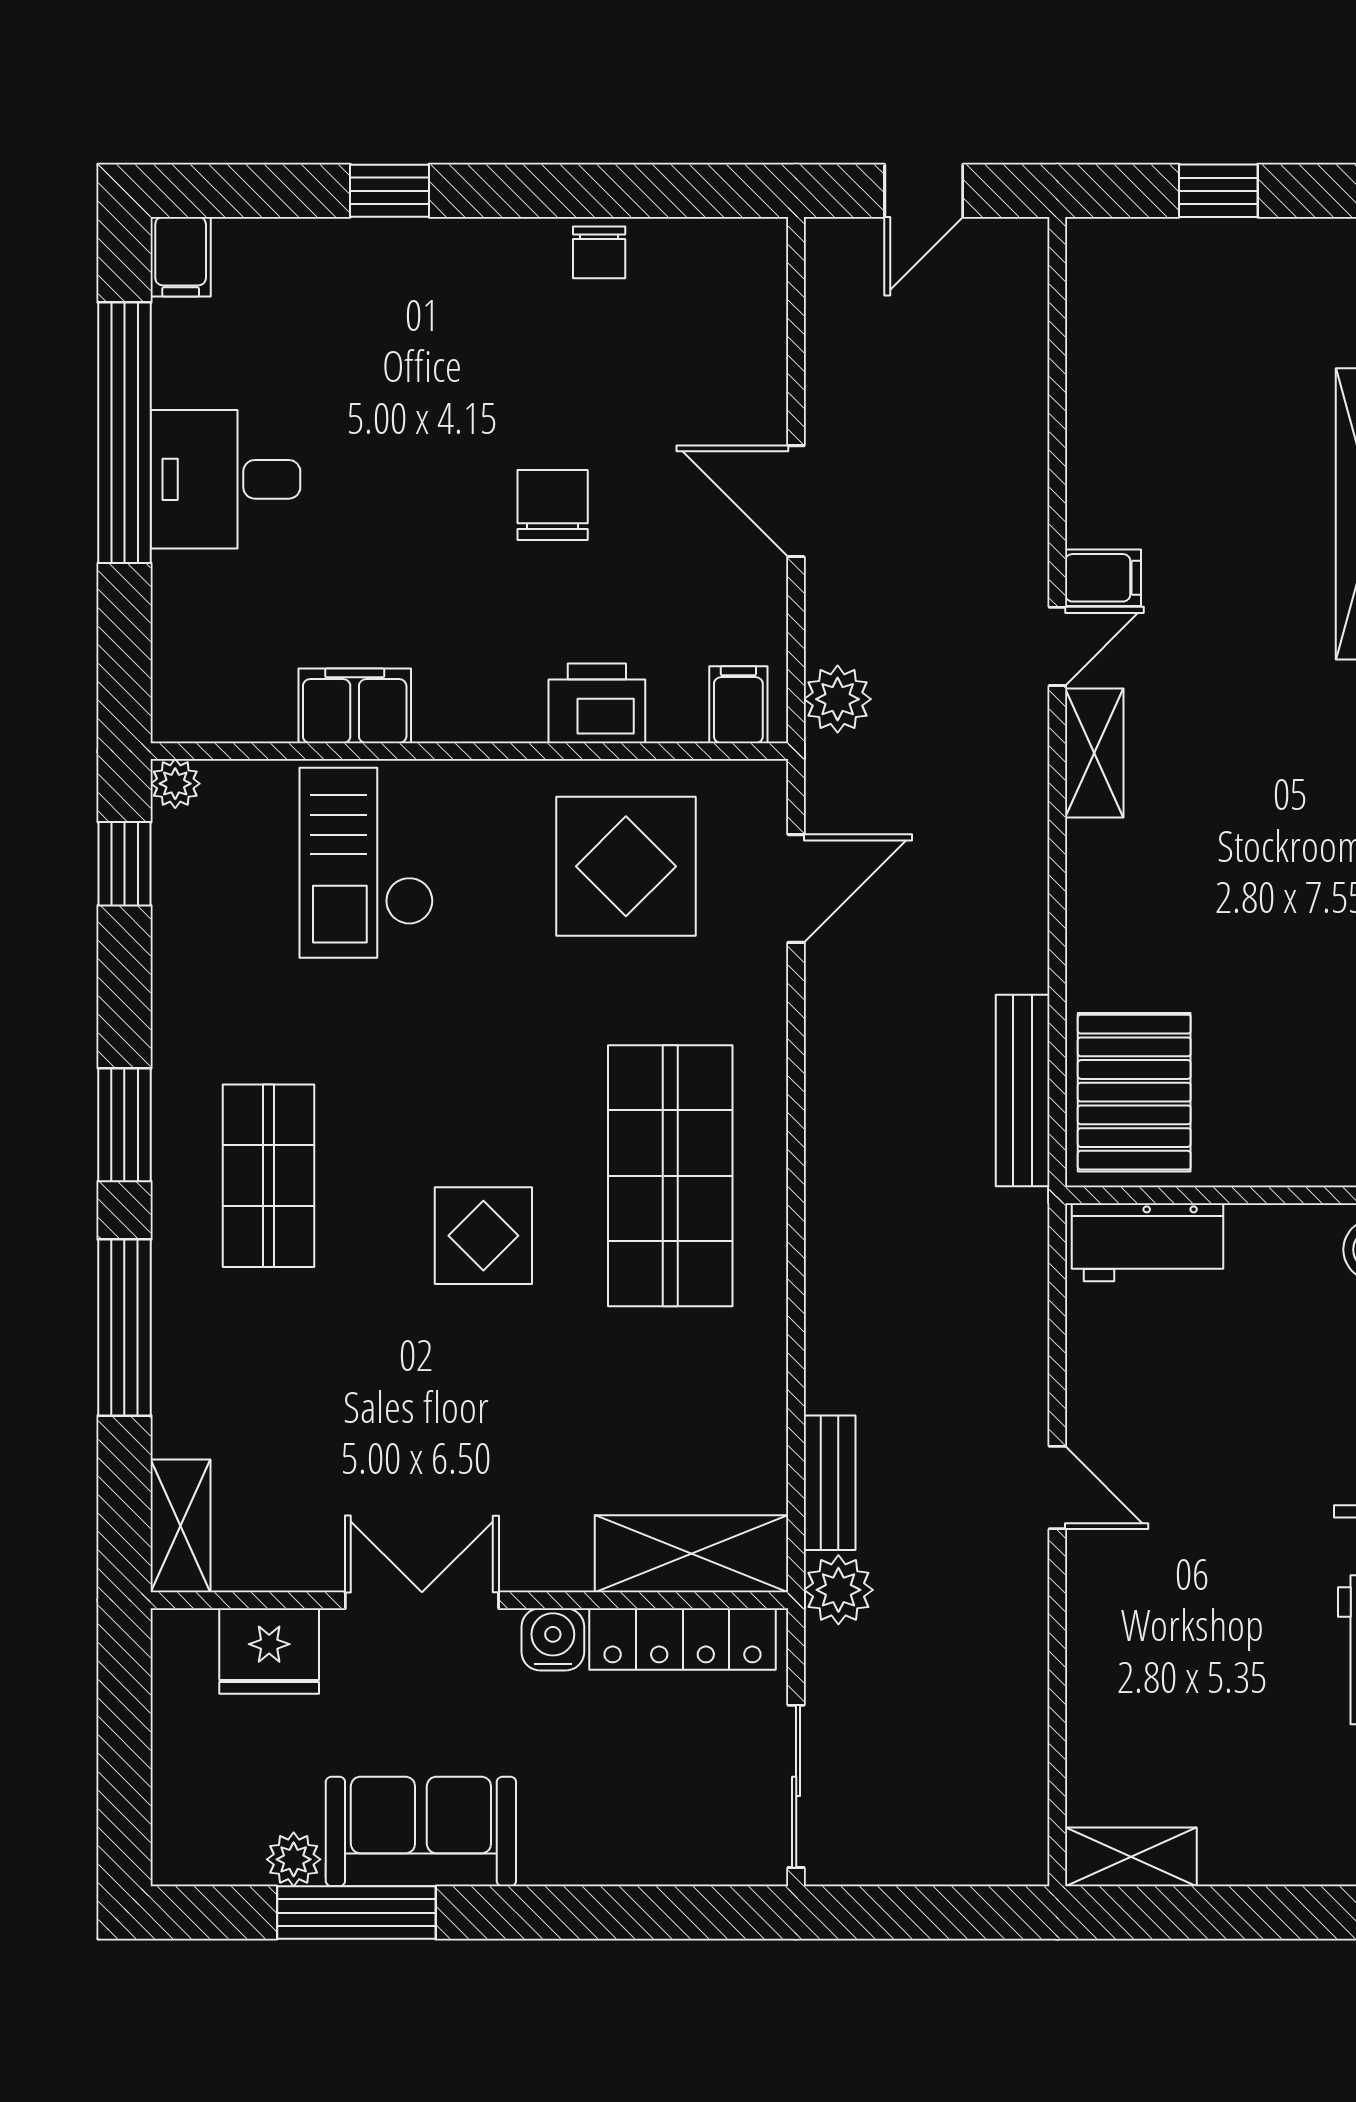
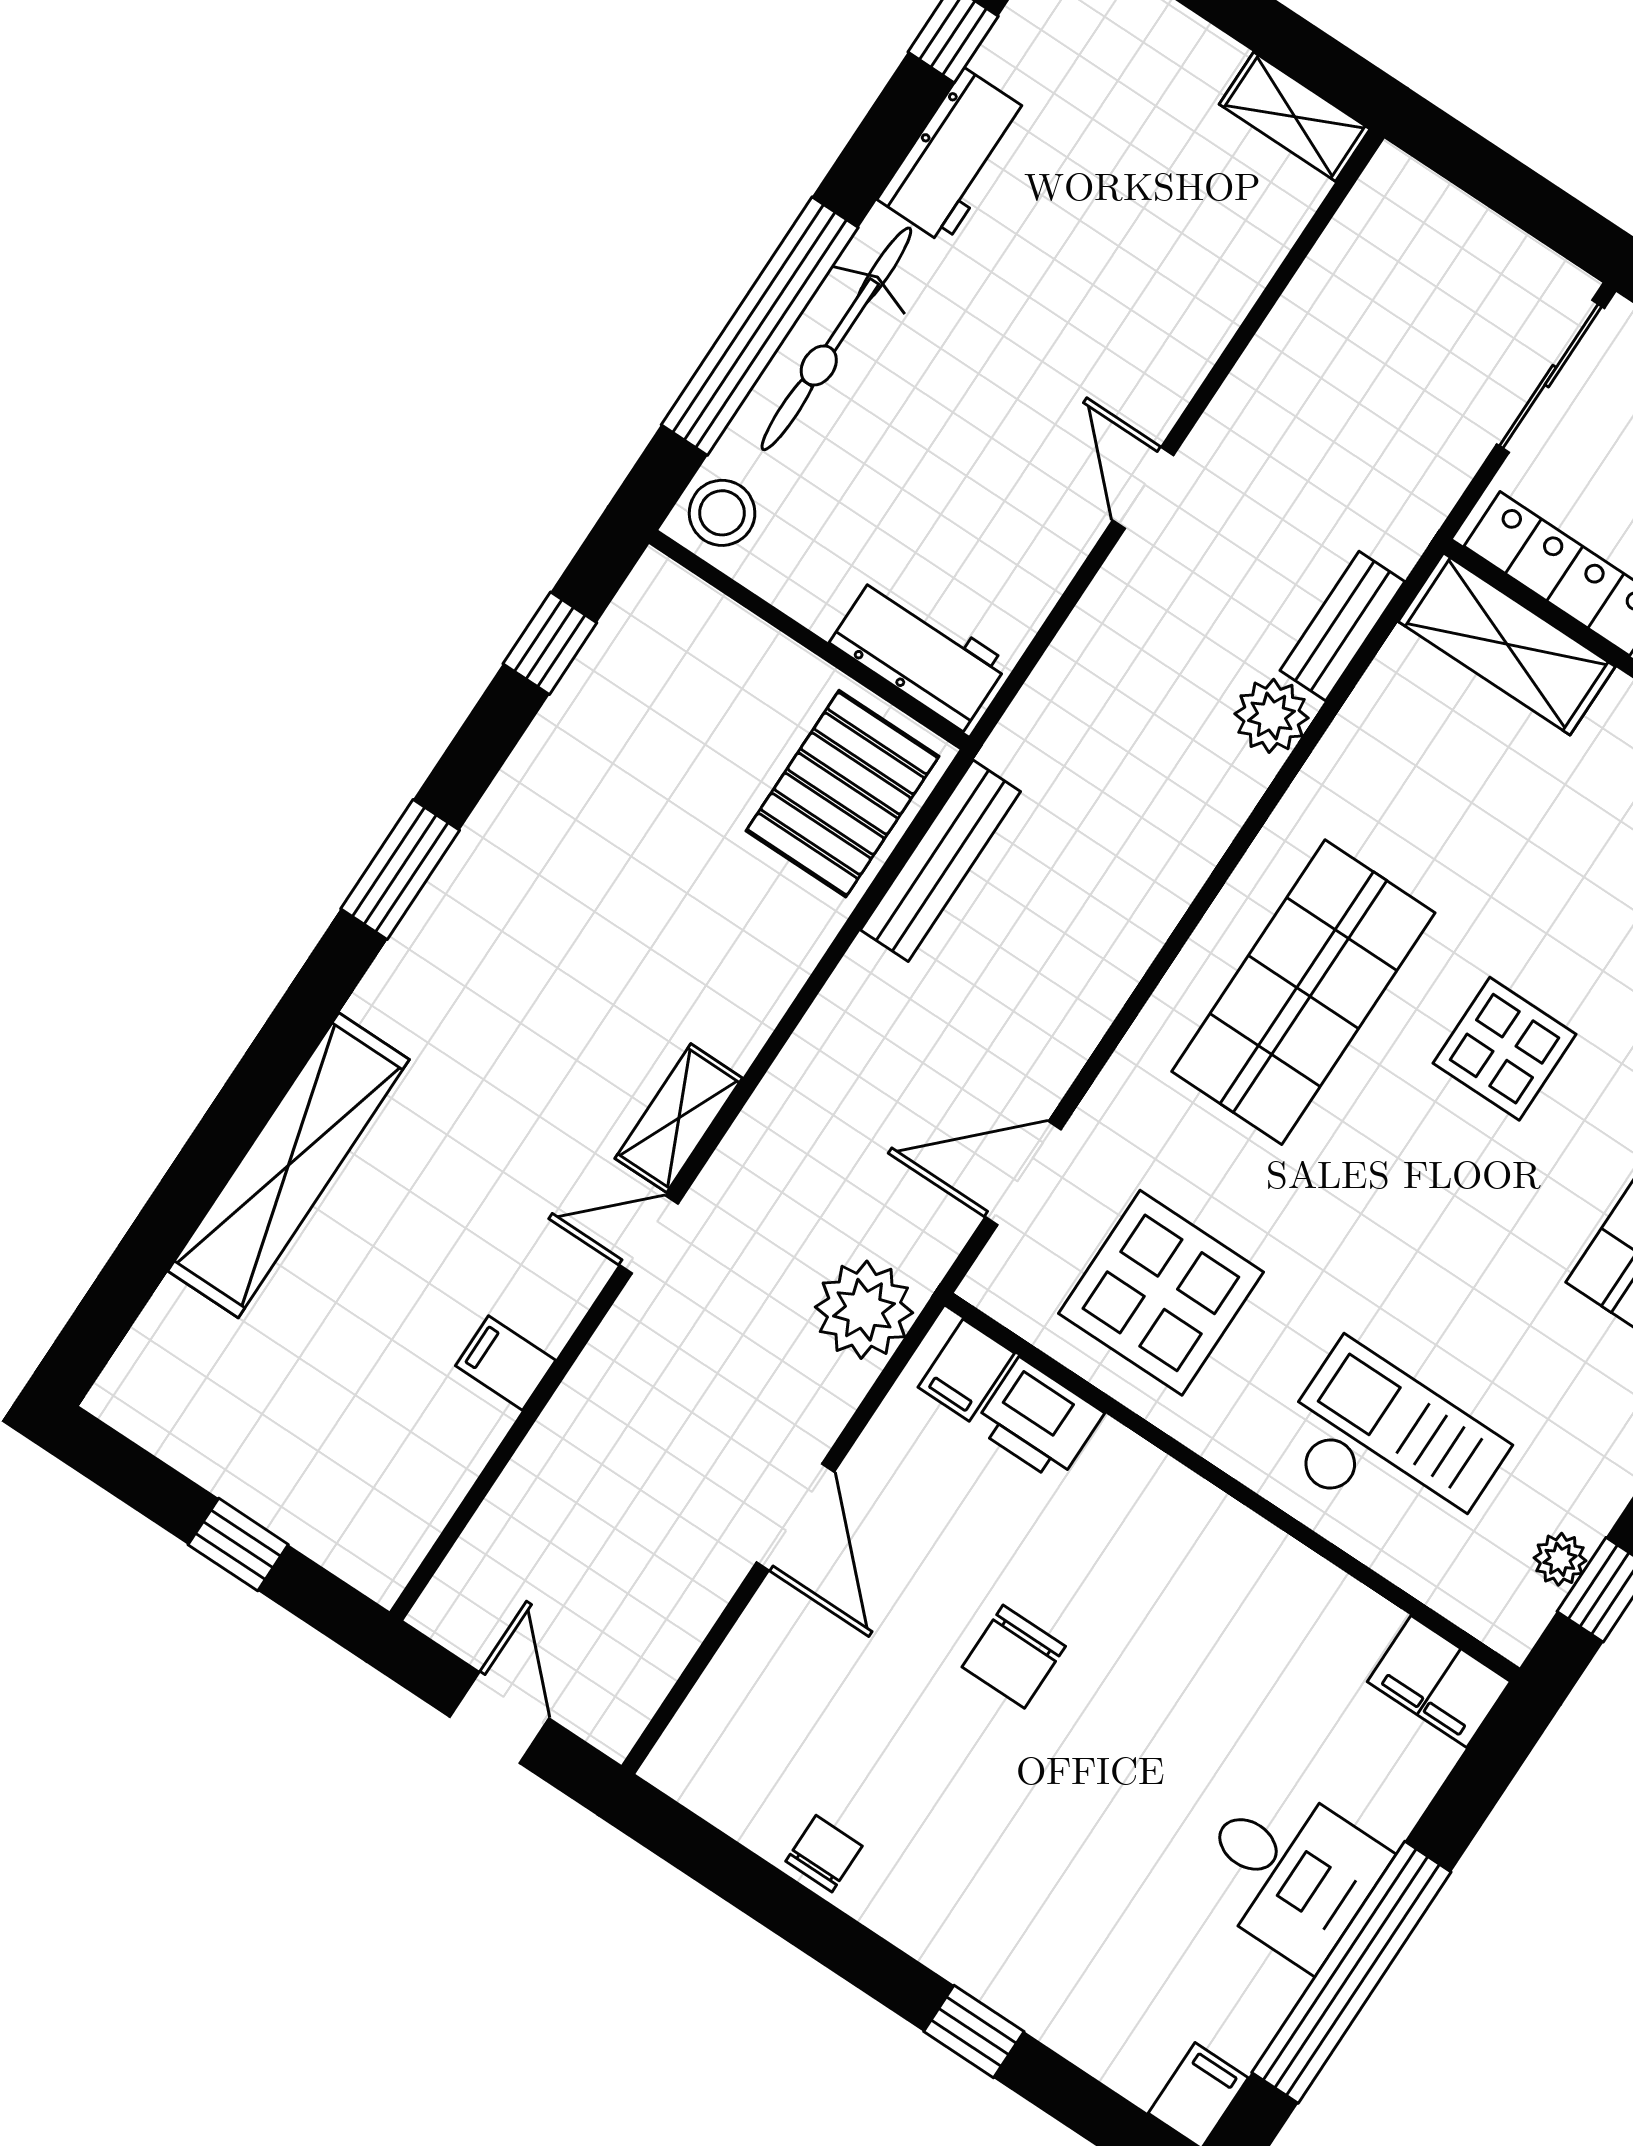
door: (924, 191) -> (500, 1718), hinge flipped
filing cabinet: (1103, 578) -> (506, 1363), moved
plant: (838, 699) -> (864, 1310), width x1.36, depth x1.36
printer: (597, 703) -> (1039, 1420), moved
filing cabinet: (355, 706) -> (1439, 1682), moved
plant: (175, 784) -> (1560, 1559), moved
checkout: (367, 863) -> (1389, 1448), turned -90
plant: (838, 1590) -> (1271, 716), moved

